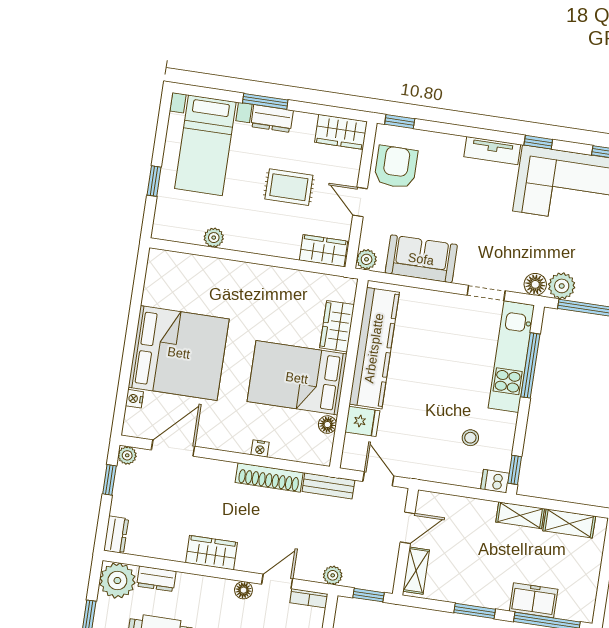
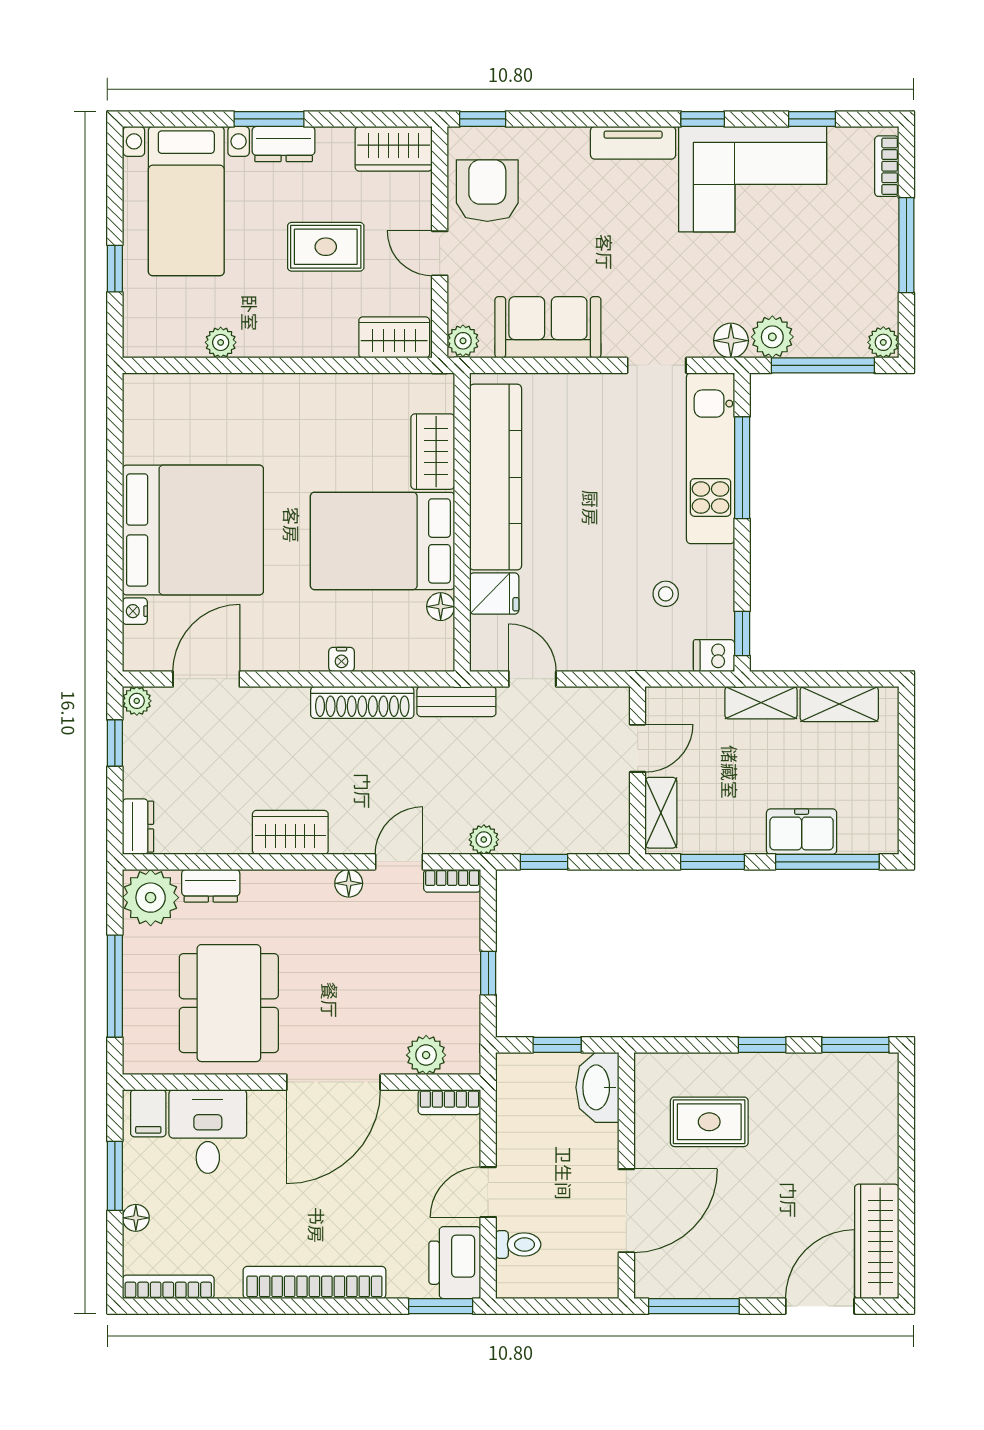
door: (408, 528) -> (638, 748), moved
wall: (405, 542) -> (638, 770), moved
shelving: (416, 571) -> (661, 813), moved

